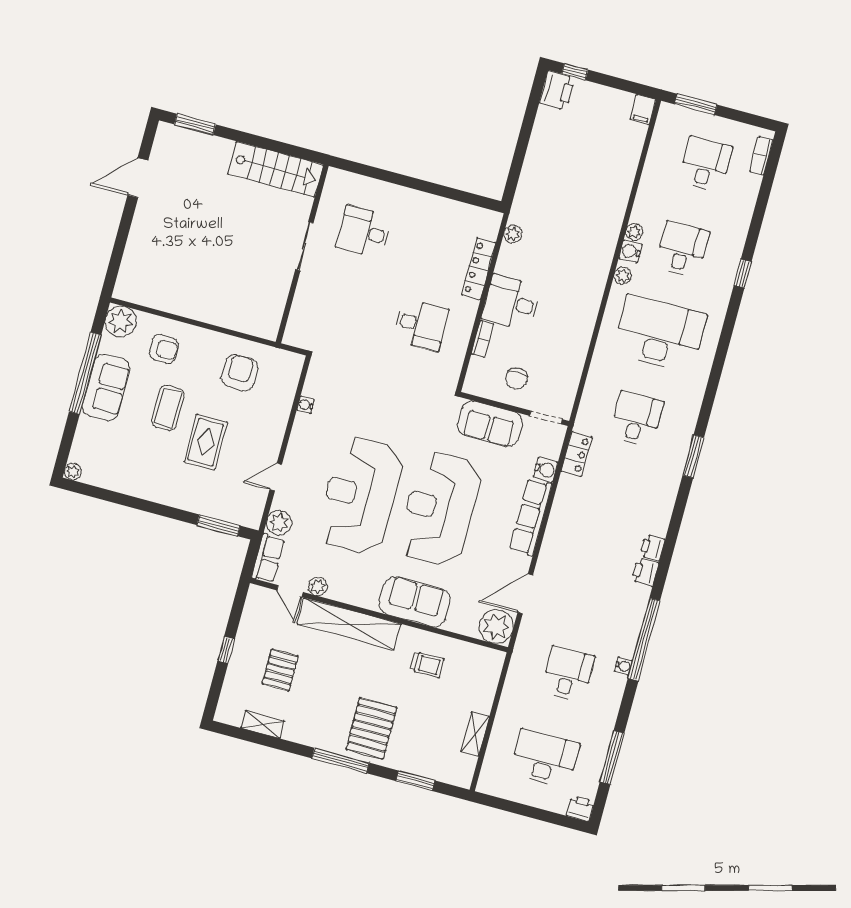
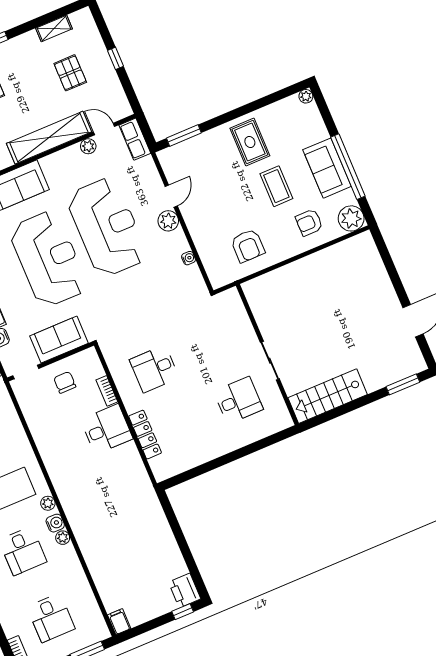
plant: (513, 234) -> (140, 475), removed
rug: (206, 442) -> (250, 142), moved
plant: (279, 523) -> (168, 221), moved

